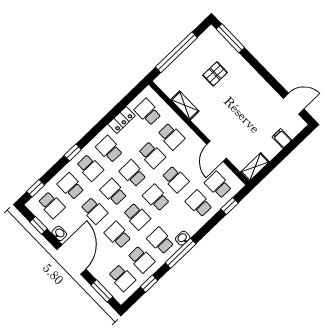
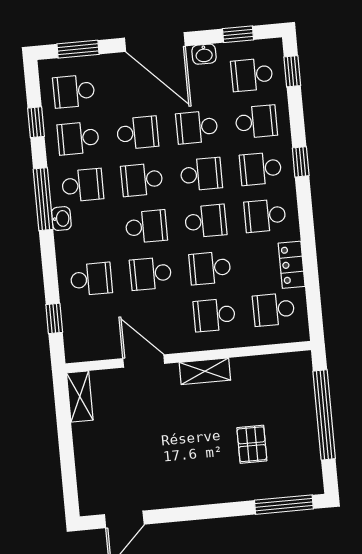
shelving: (185, 105) -> (205, 371), moved
school desk: (148, 112) -> (274, 310), turned 180
filing cabinet: (282, 139) -> (89, 465), removed
school desk: (109, 149) -> (265, 216), turned 180
school desk: (218, 185) -> (96, 326), removed

